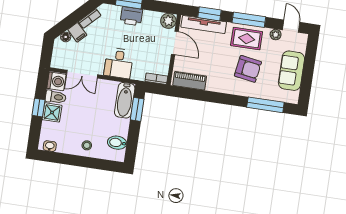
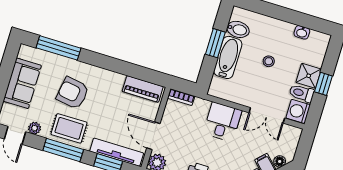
double door: (82, 74) -> (267, 115), swing flipped
bathtub: (125, 100) -> (228, 57), moved
window: (137, 109) -> (215, 43), moved
stool: (87, 145) -> (269, 61), moved
washbasin: (50, 146) -> (302, 32), moved

